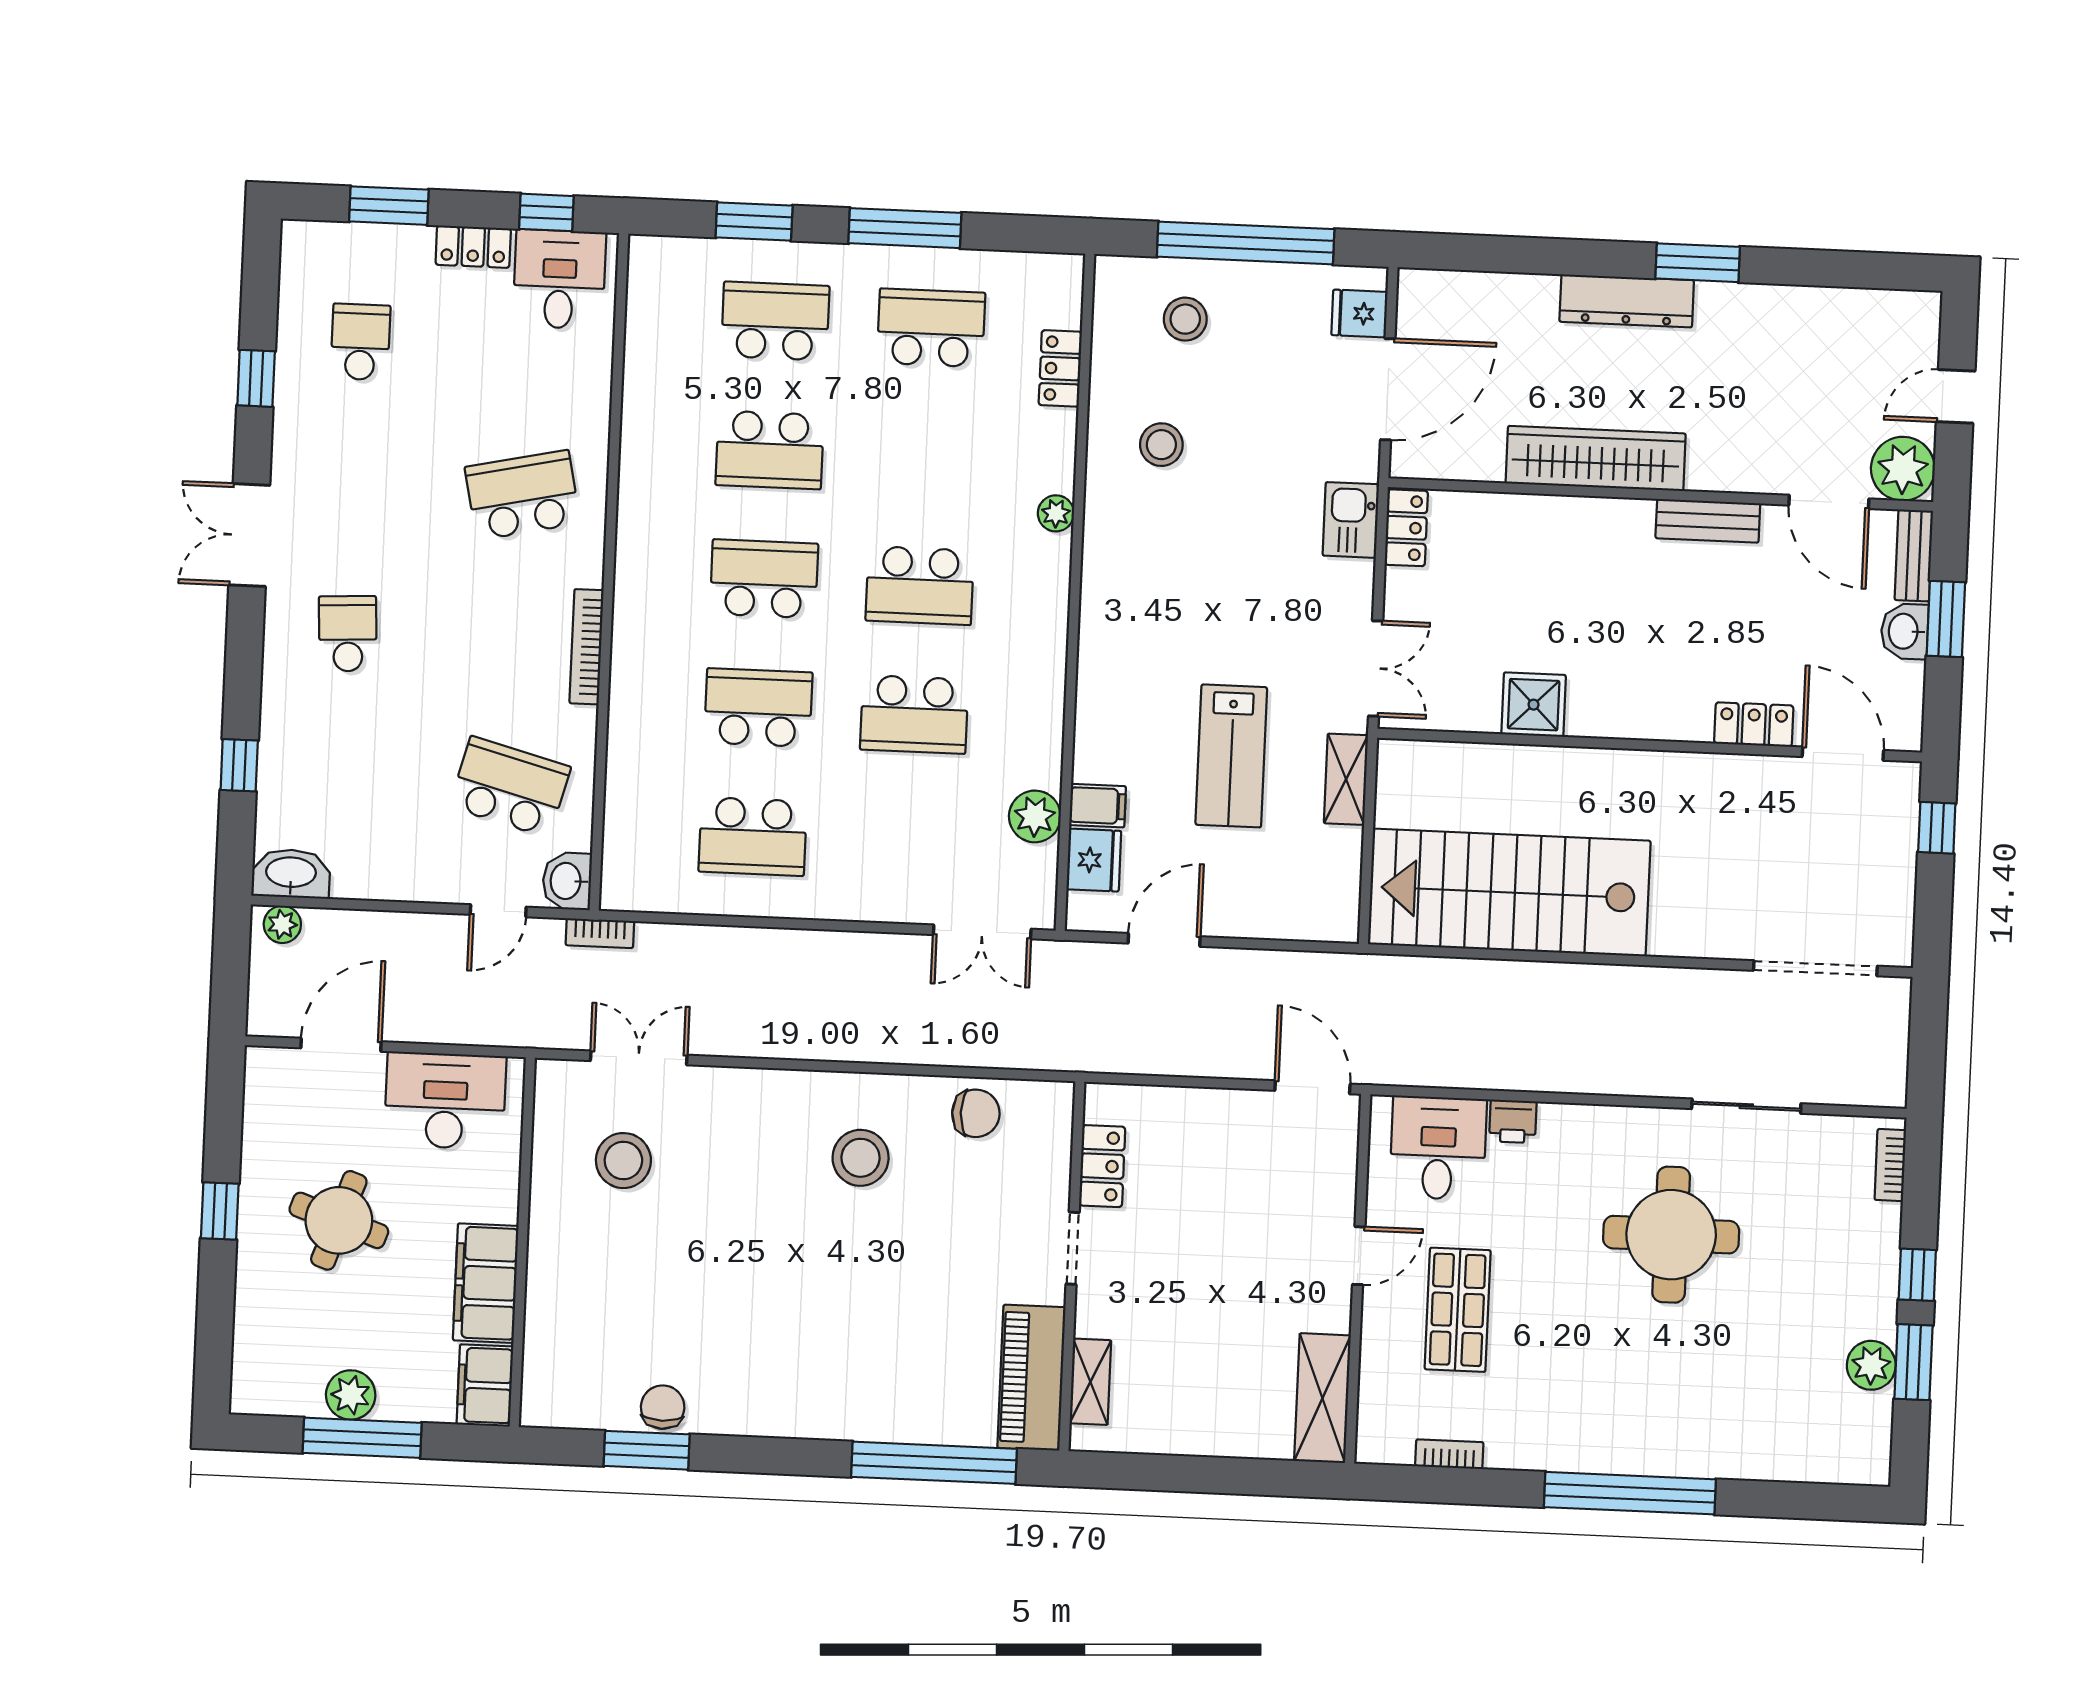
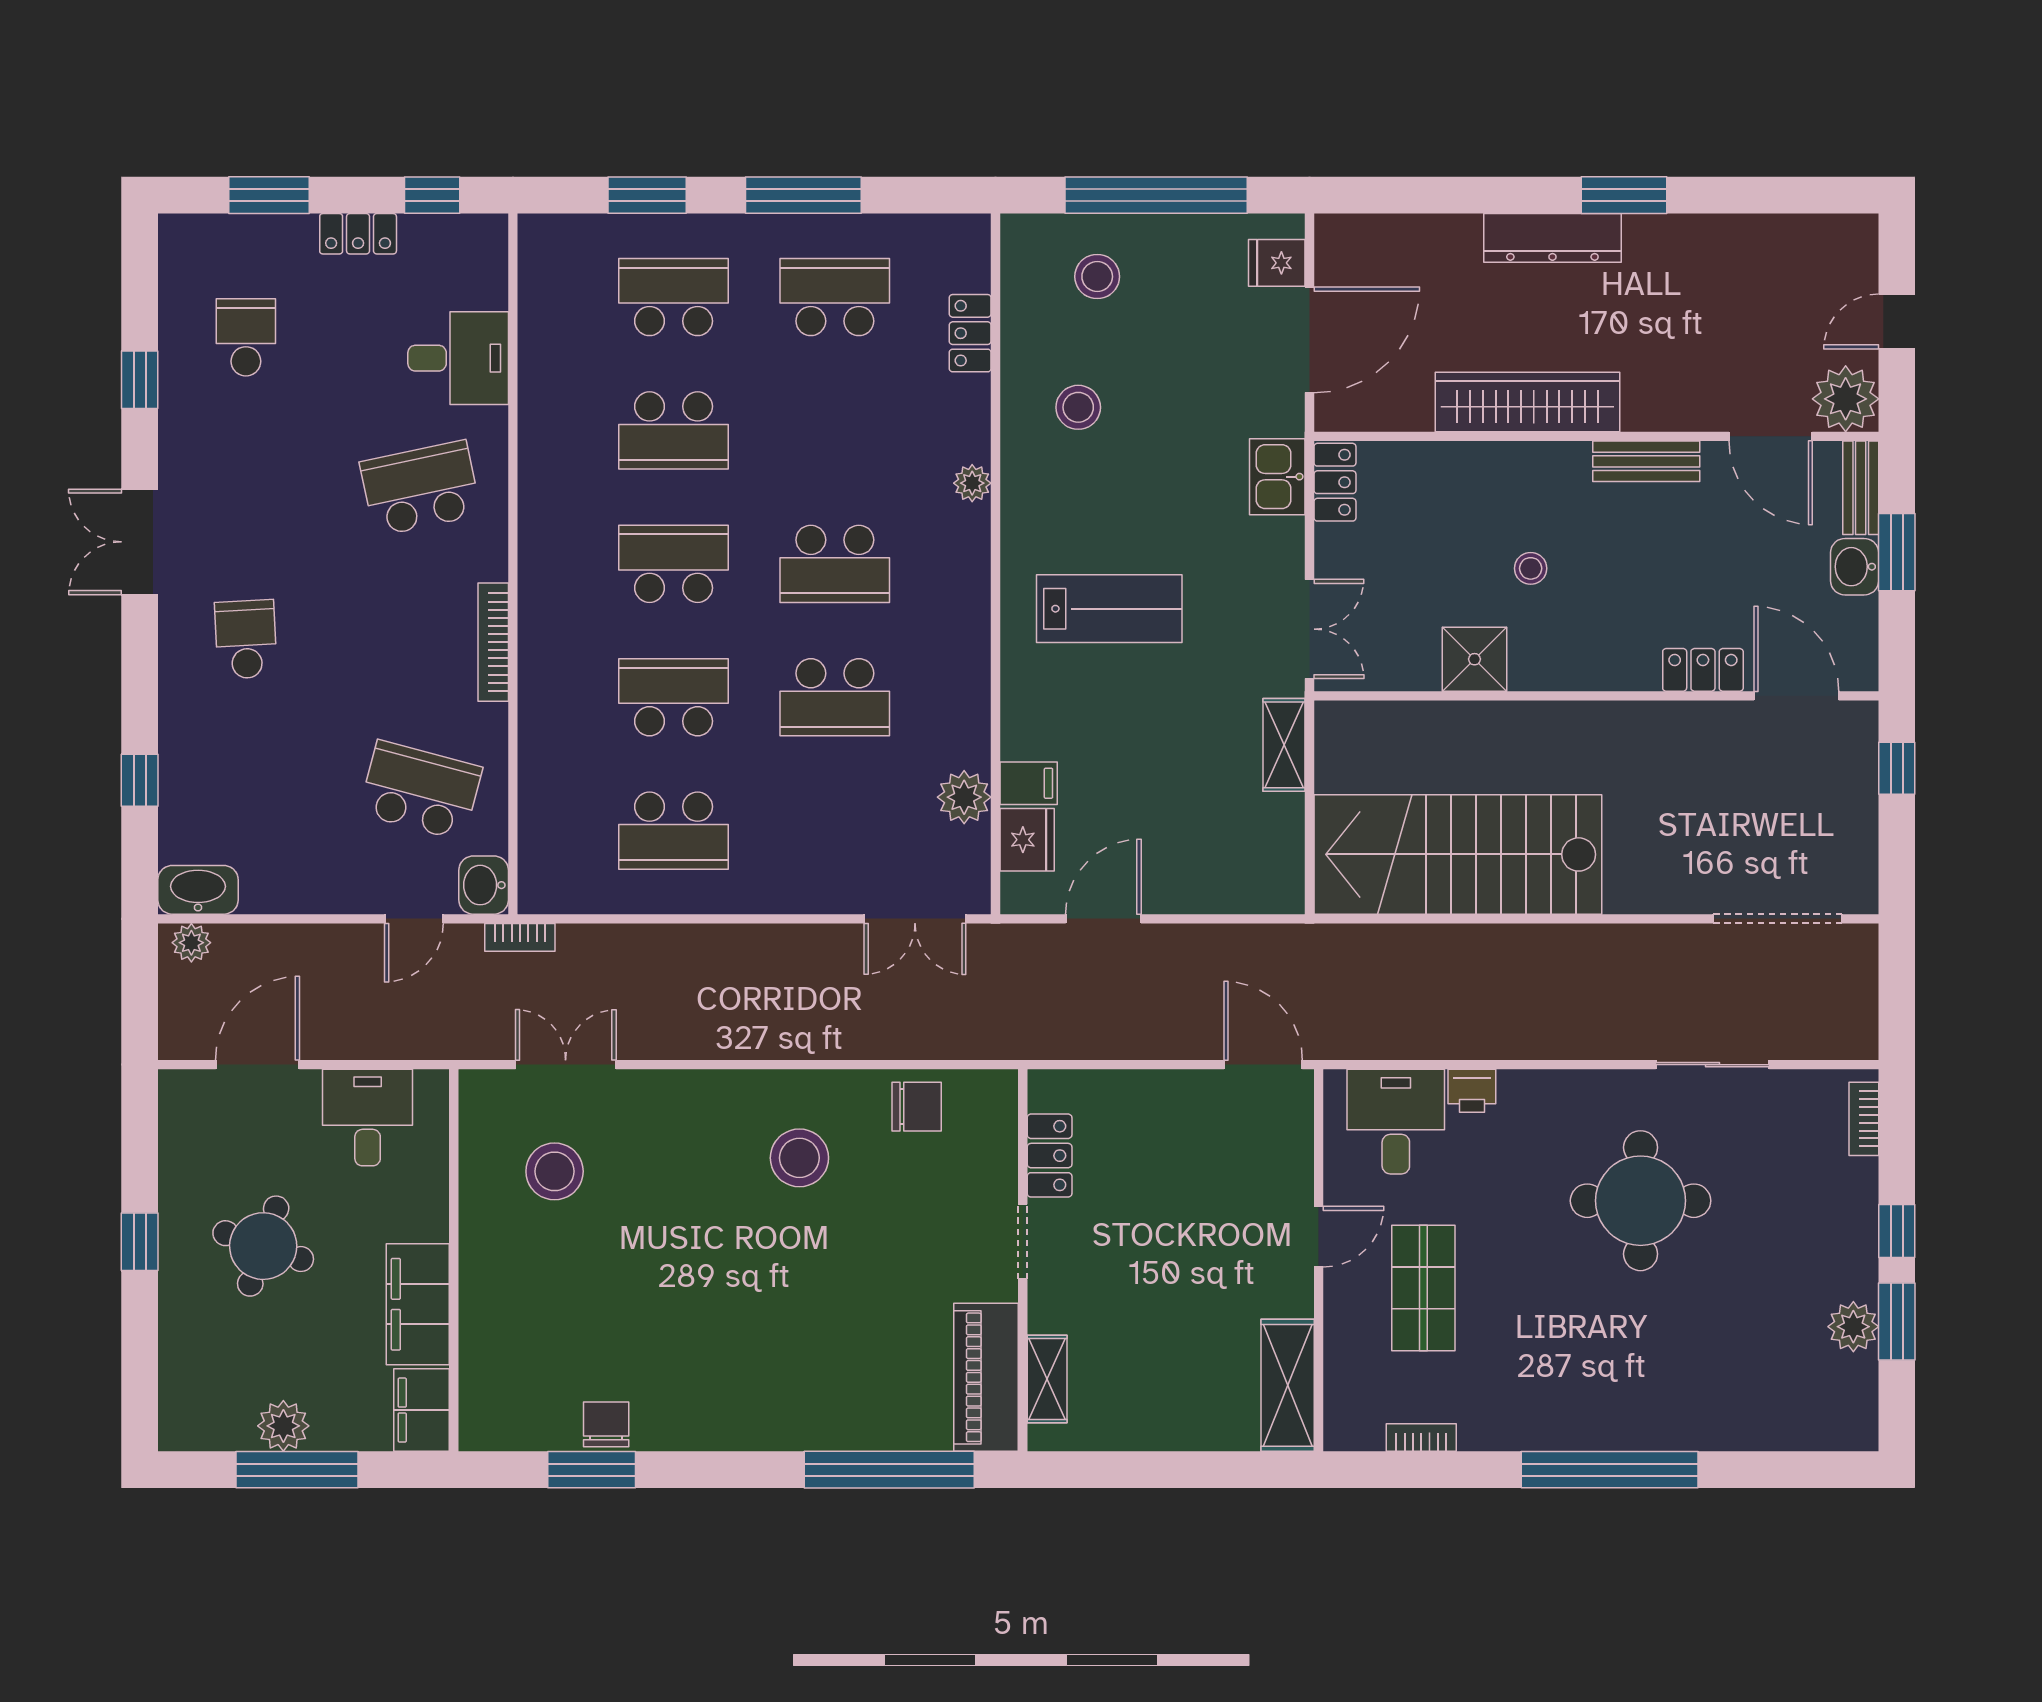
desk: (559, 279) -> (458, 358), moved, turned 90
stool: (1592, 619) -> (1531, 568), added
lab bench: (1231, 756) -> (1109, 609), moved, turned -90
desk: (445, 1101) -> (368, 1118), width x0.73

